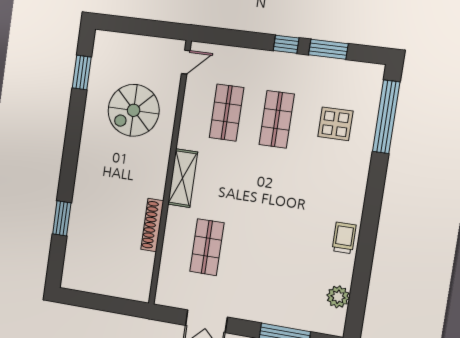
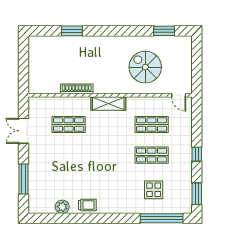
window: (328, 49) -> (197, 194), moved
plant: (338, 297) -> (62, 207), moved

